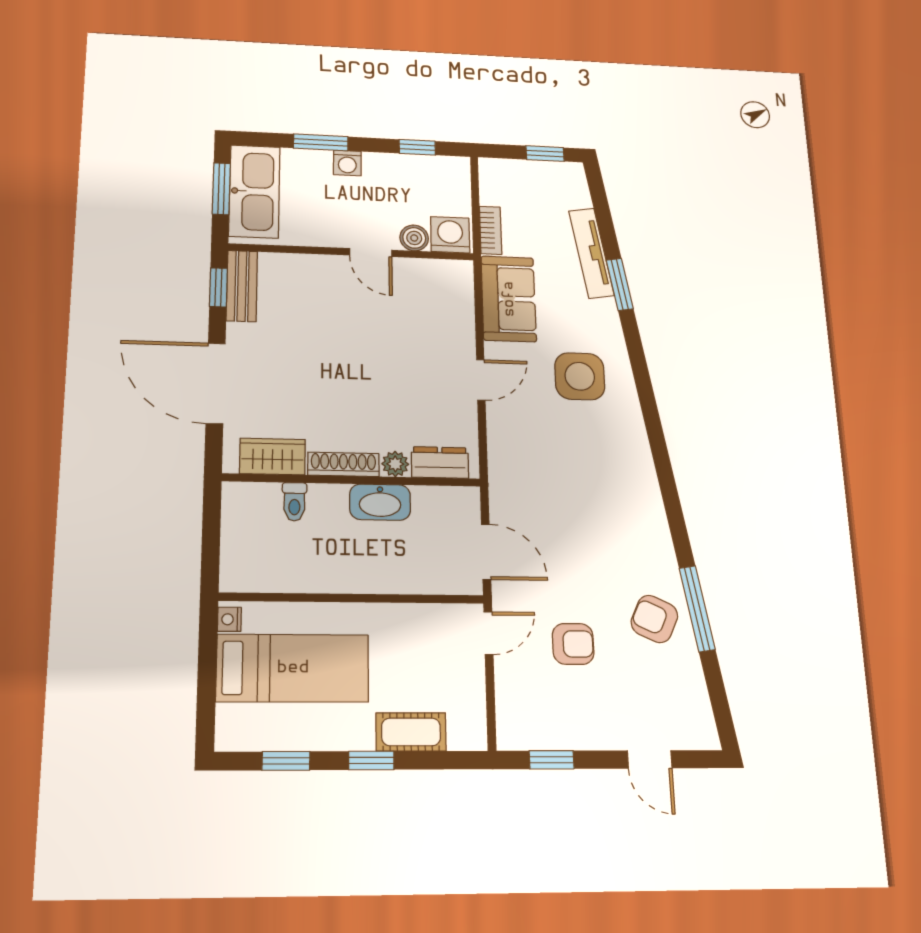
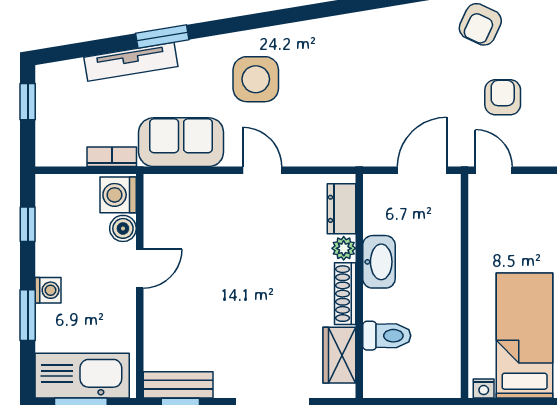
toilet: (294, 502) -> (387, 336), width x1.37, depth x1.39

